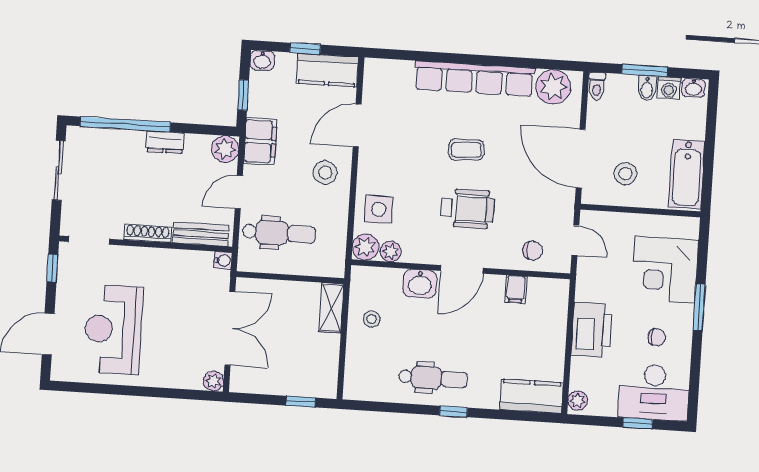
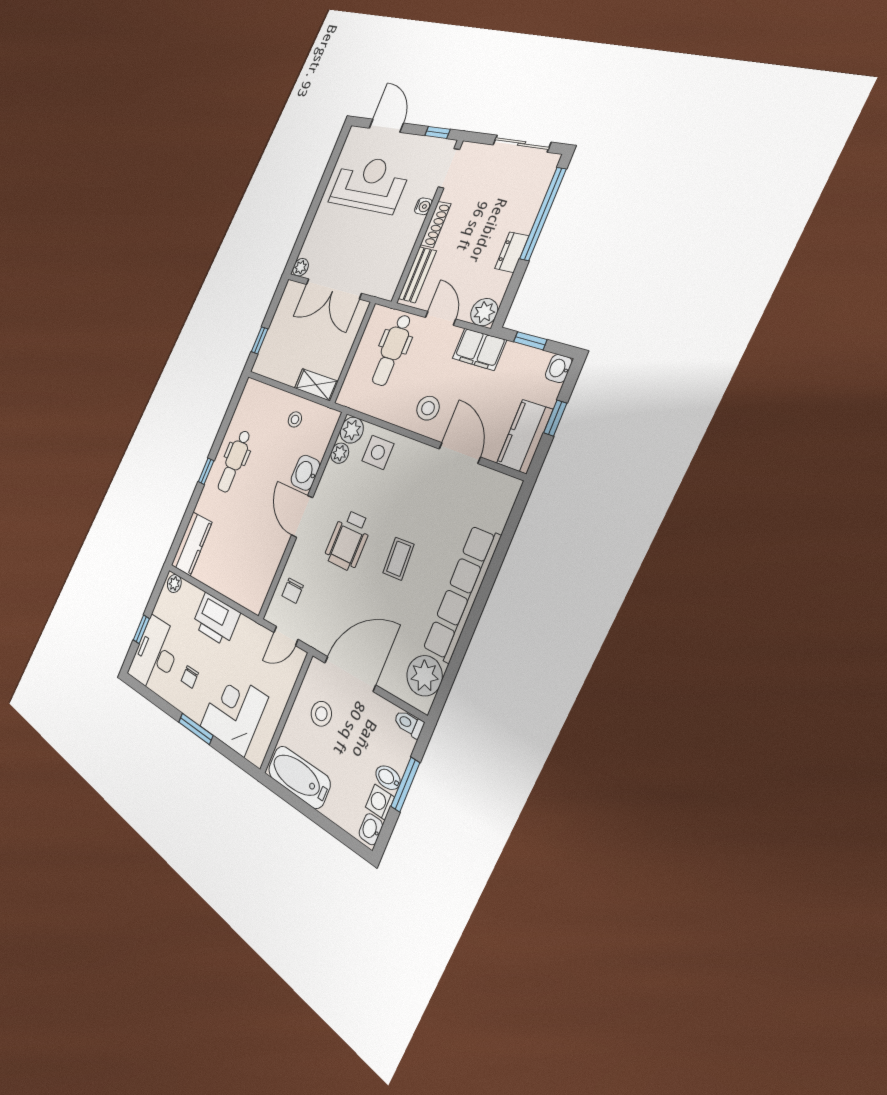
water cooler: (223, 260) -> (423, 206), moved, turned -90
filing cabinet: (516, 289) -> (269, 562), removed

